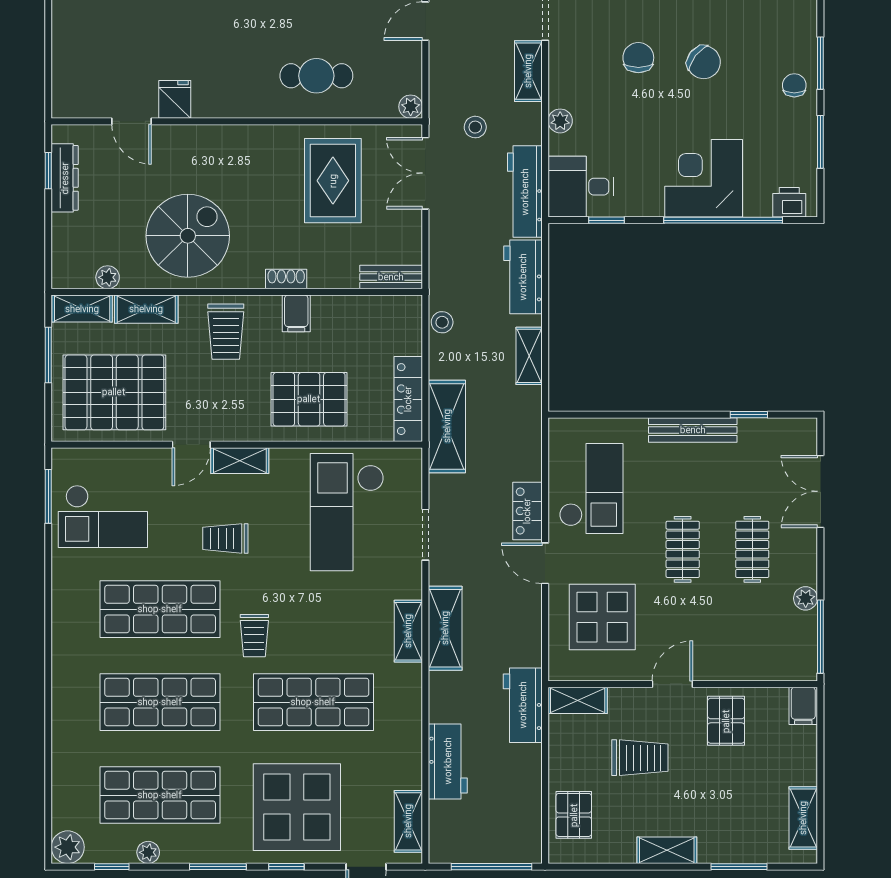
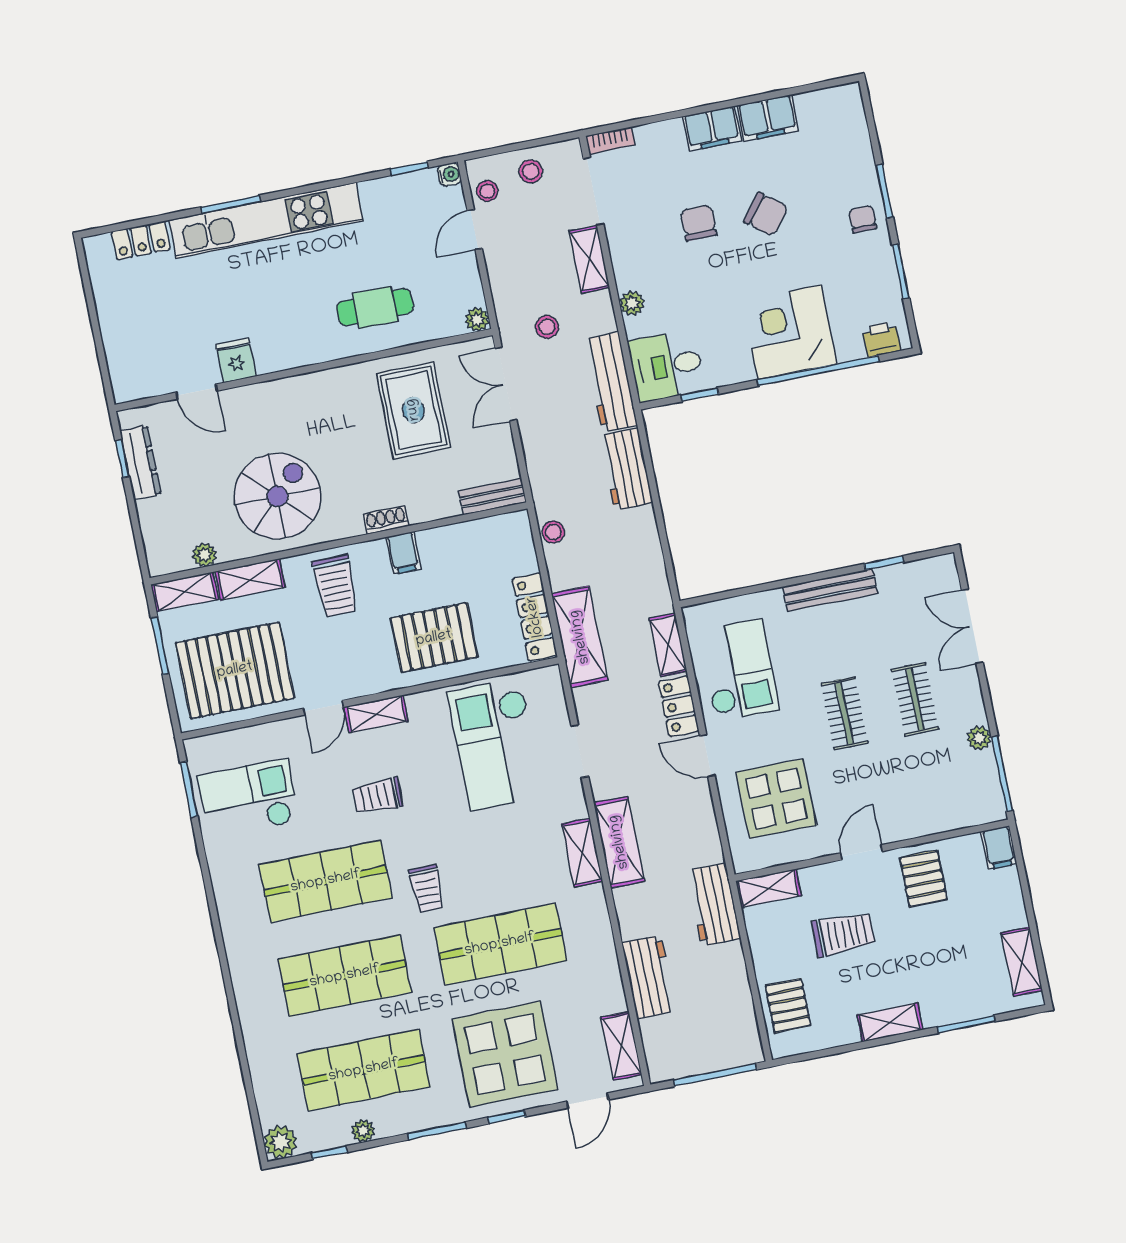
shelving: (529, 356) -> (668, 645), moved
checkout: (103, 516) -> (248, 799), turned 180

